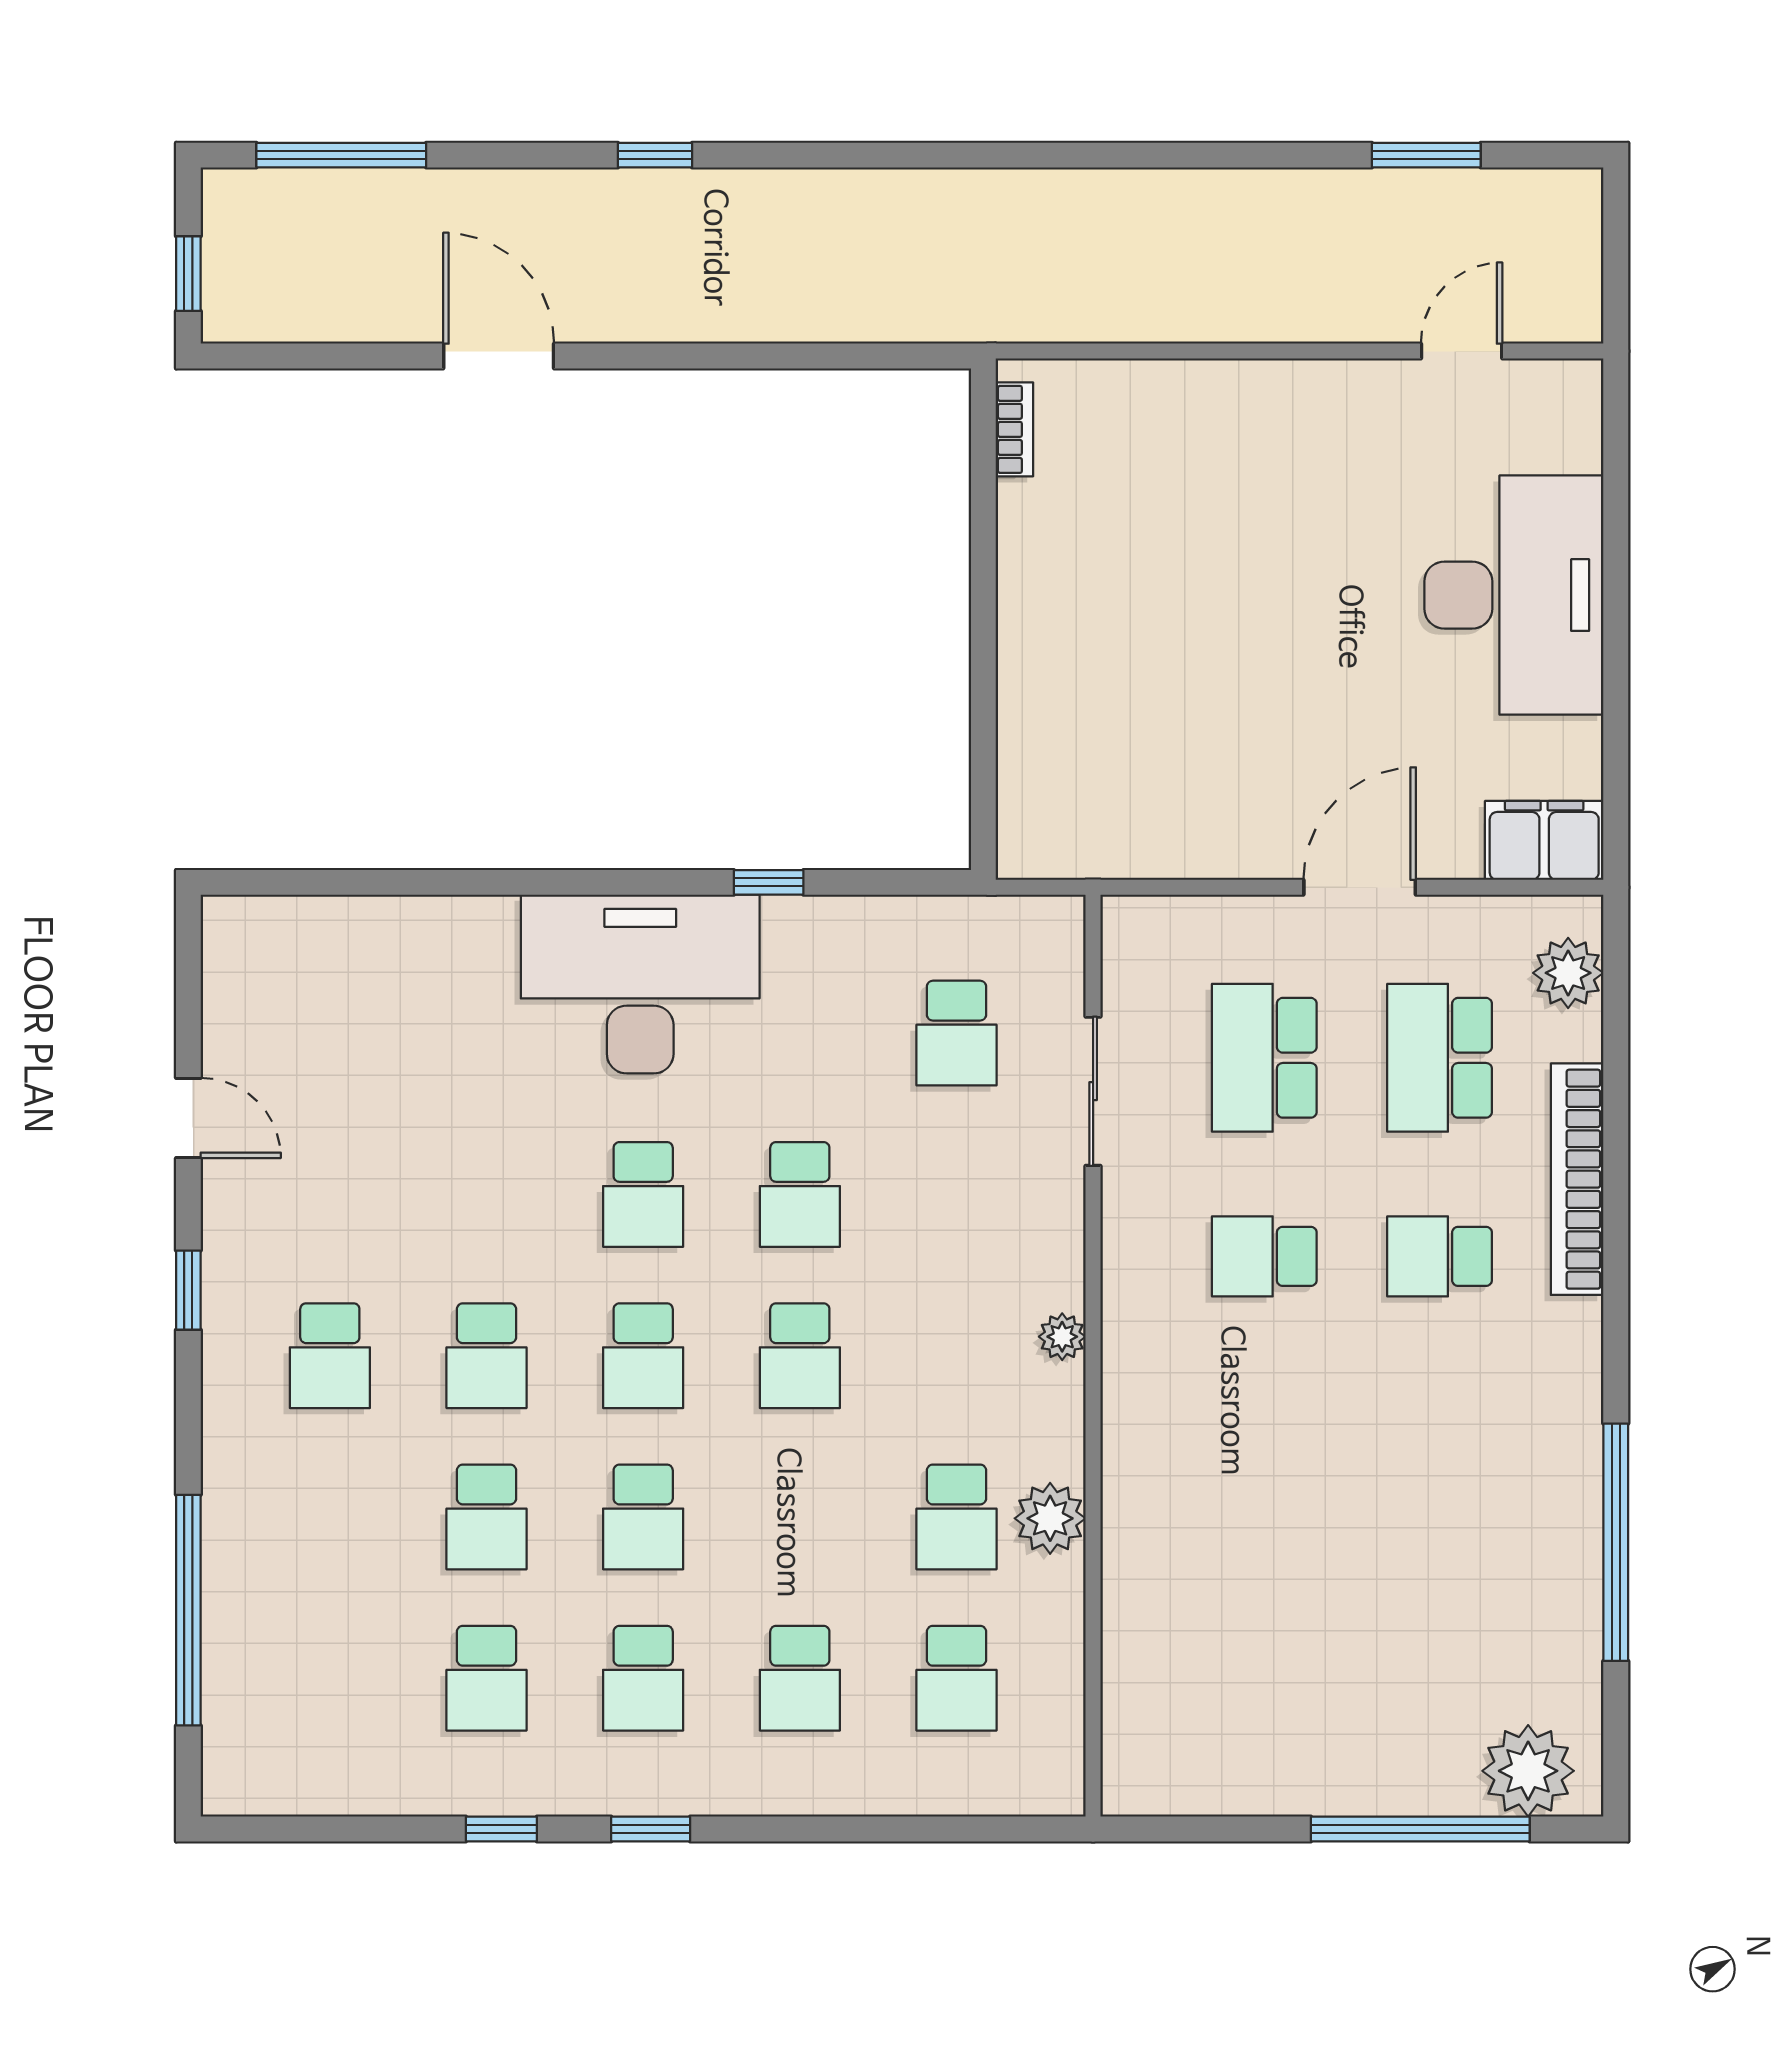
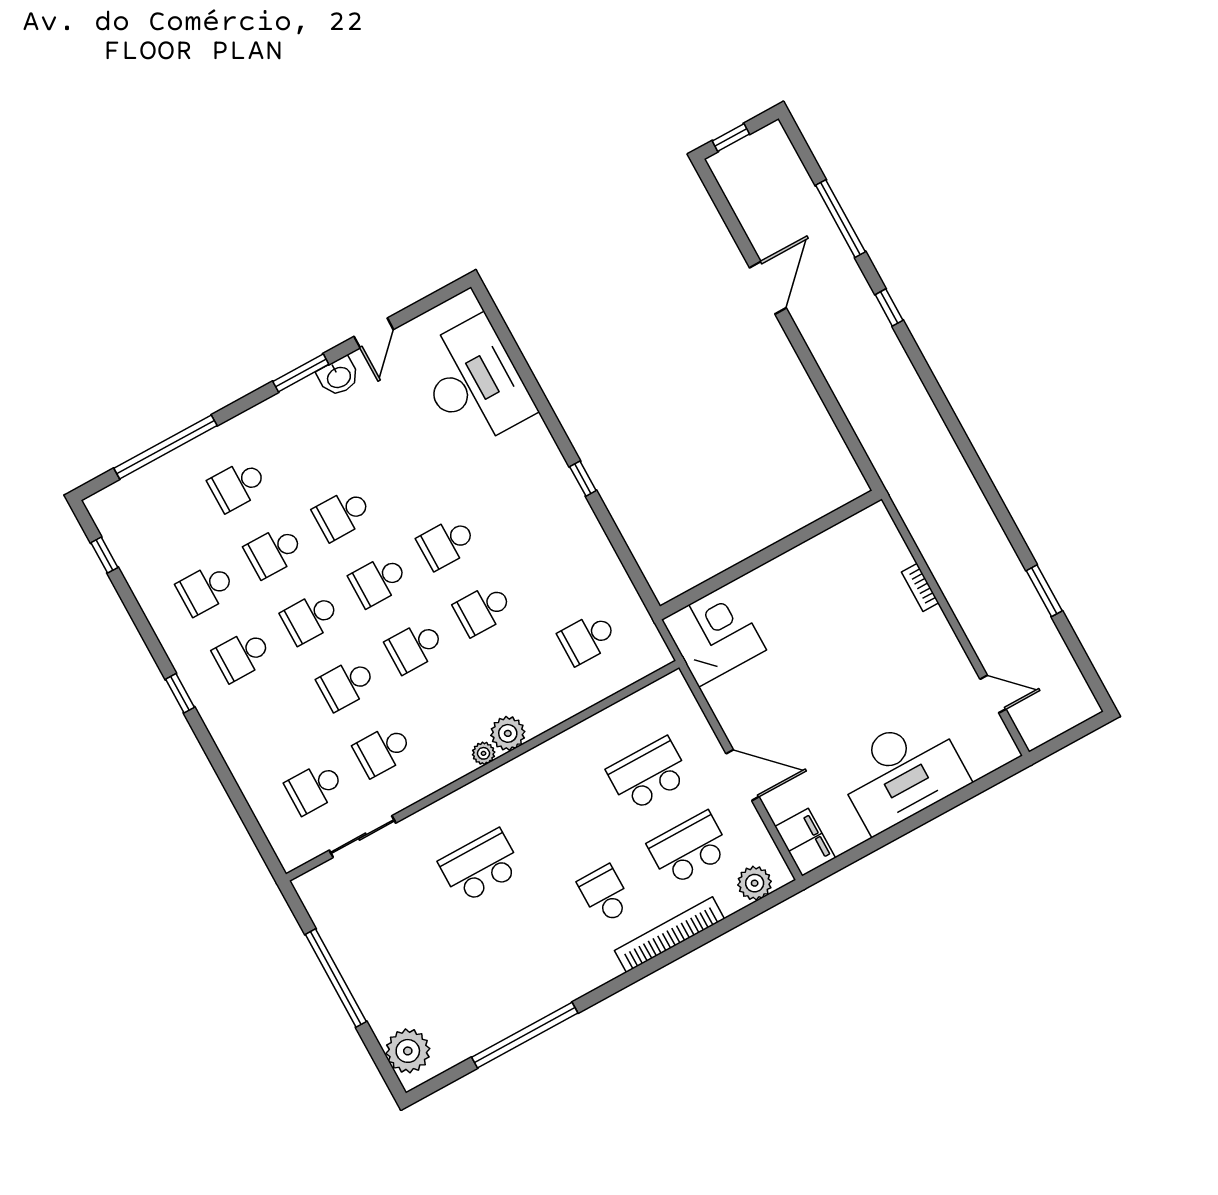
window: (341, 155) -> (840, 219), moved
window: (1426, 155) -> (1044, 591), moved
bookcase: (1014, 429) -> (920, 587), moved, turned 90
corner desk: (1076, 800) -> (714, 635), added
window: (769, 882) -> (583, 479), moved
desk: (640, 984) -> (474, 382), moved
sliding door: (1093, 1091) -> (362, 837), moved
washbasin: (233, 1225) -> (339, 377), added
school desk: (1264, 1256) -> (480, 866), moved, width x1.85
window: (188, 1290) -> (301, 373), width x1.50
school desk: (330, 1356) -> (238, 485), moved
plant: (1050, 1518) -> (508, 733), moved
school desk: (800, 1678) -> (347, 684), moved
window: (501, 1829) -> (104, 555), moved
window: (1420, 1829) -> (336, 978), moved

